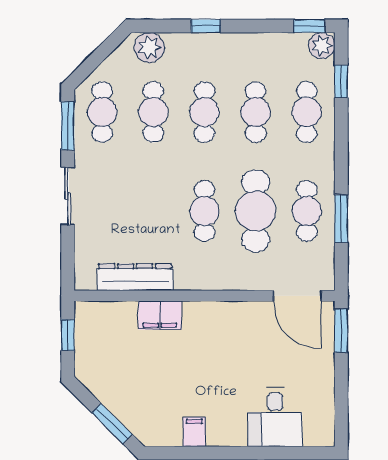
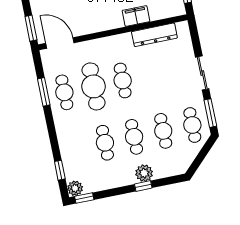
plant: (149, 47) -> (144, 173), moved
cafe table: (307, 112) -> (76, 149), removed

